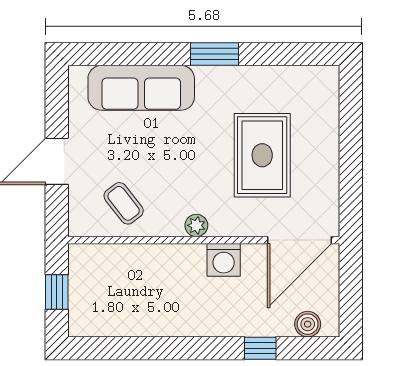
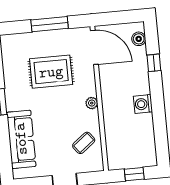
window: (351, 161) -> (50, 24), added
washing machine: (224, 260) -> (143, 104), moved, turned 180

